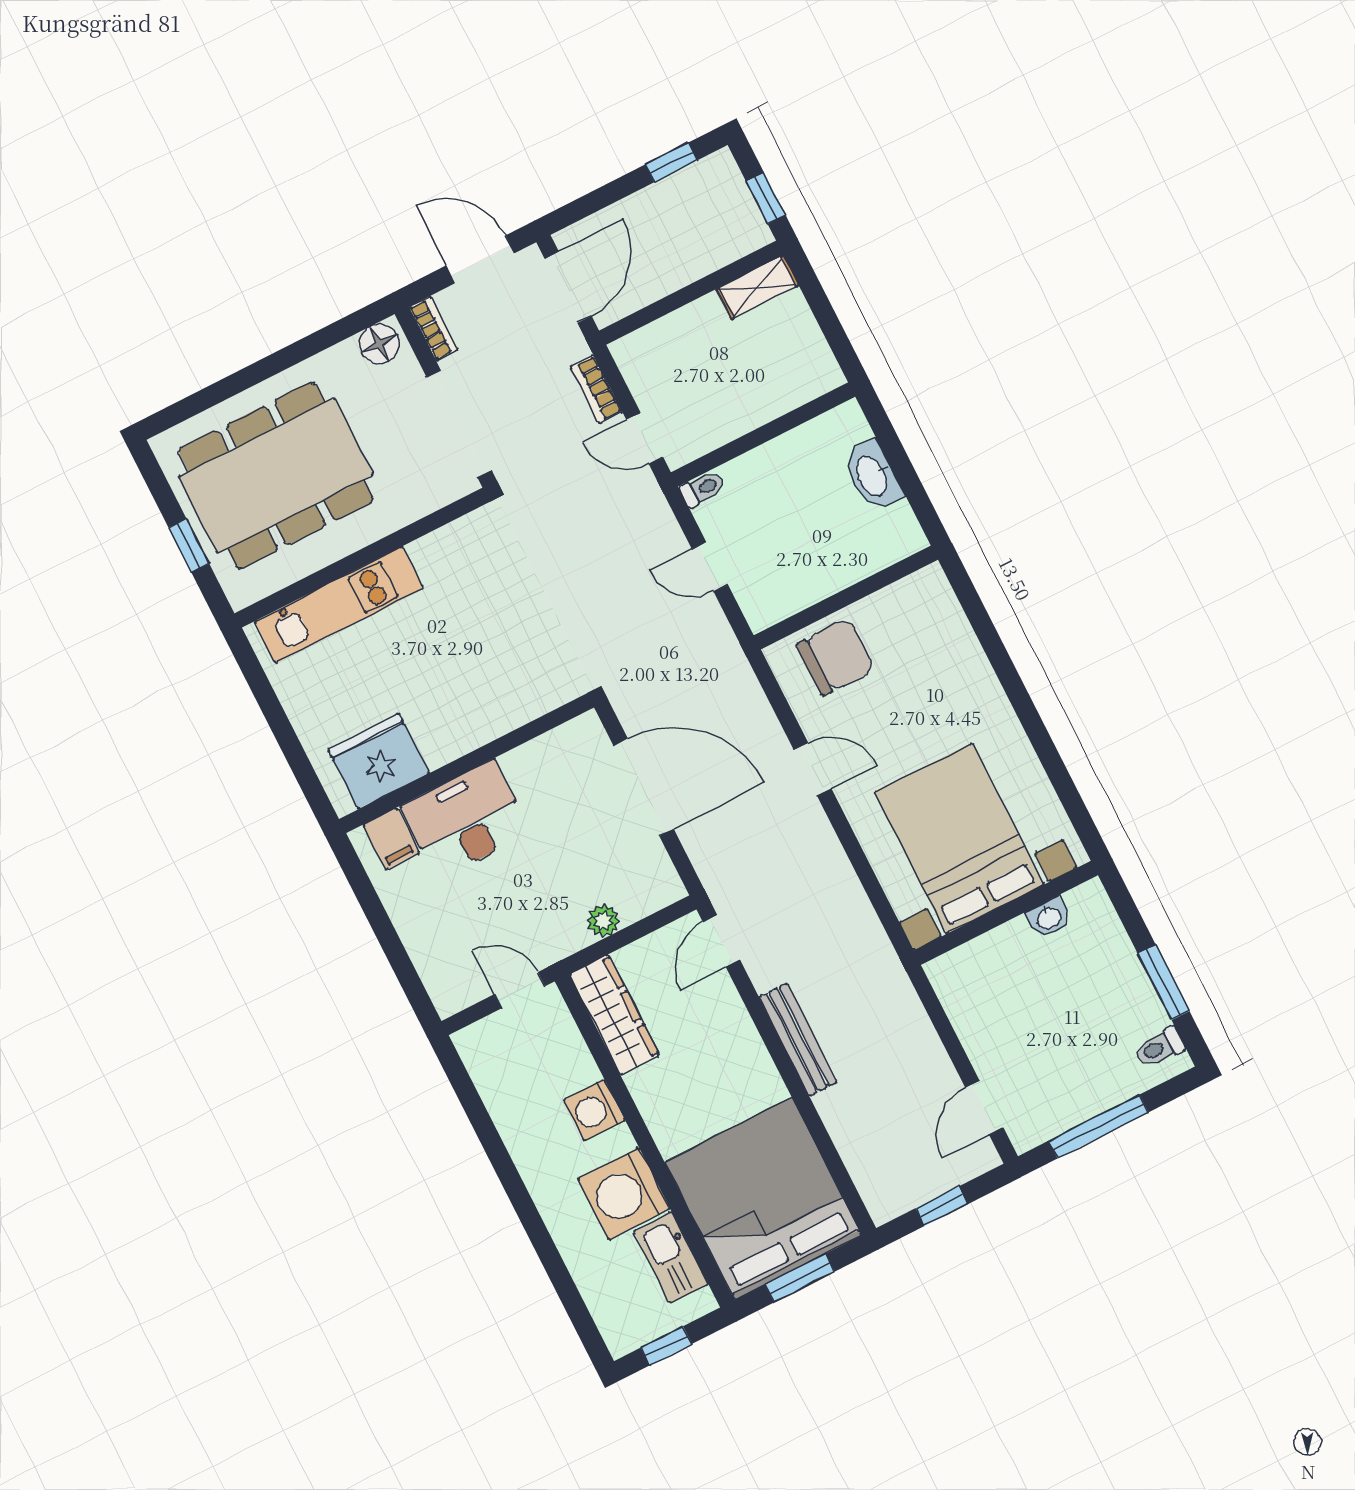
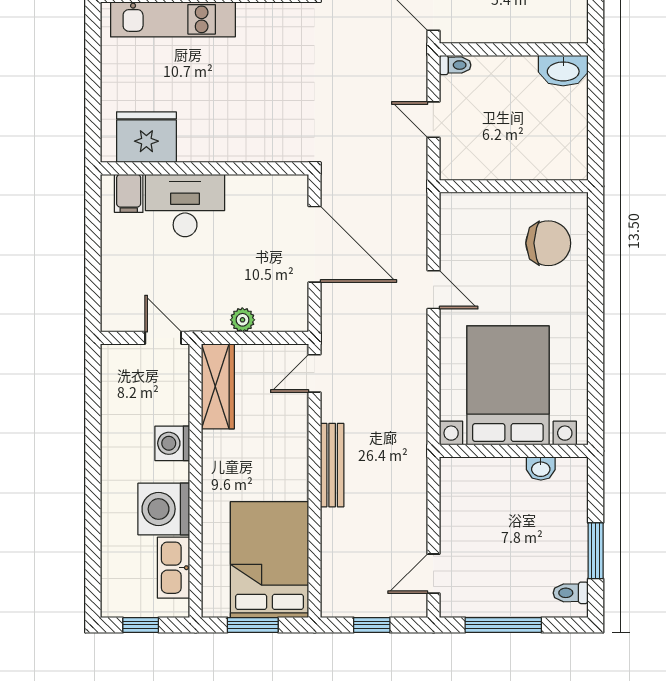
washbasin: (873, 476) -> (563, 71), moved, turned -90
chair: (836, 657) -> (548, 243), moved
bed: (764, 1199) -> (269, 560), width x0.73

